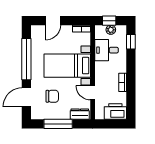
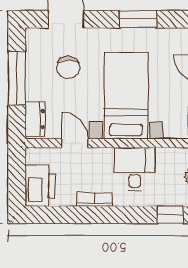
desk: (107, 50) -> (135, 169), moved
window: (26, 59) -> (138, 19), width x0.47
door: (93, 93) -> (75, 143), hinge flipped

